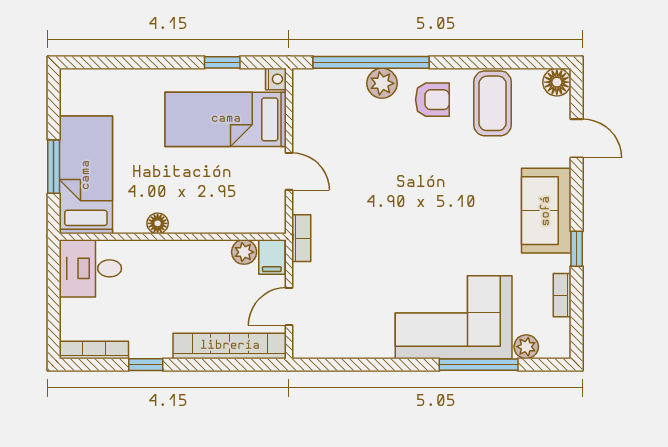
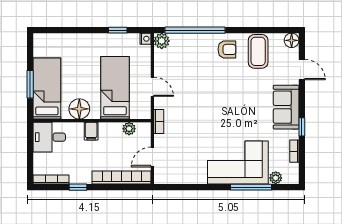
plant: (382, 83) -> (162, 41), moved
bed: (226, 119) -> (115, 88), moved, turned 90
floor lamp: (158, 223) -> (79, 109), width x1.89, depth x1.89
filing cabinet: (272, 257) -> (91, 131), moved

